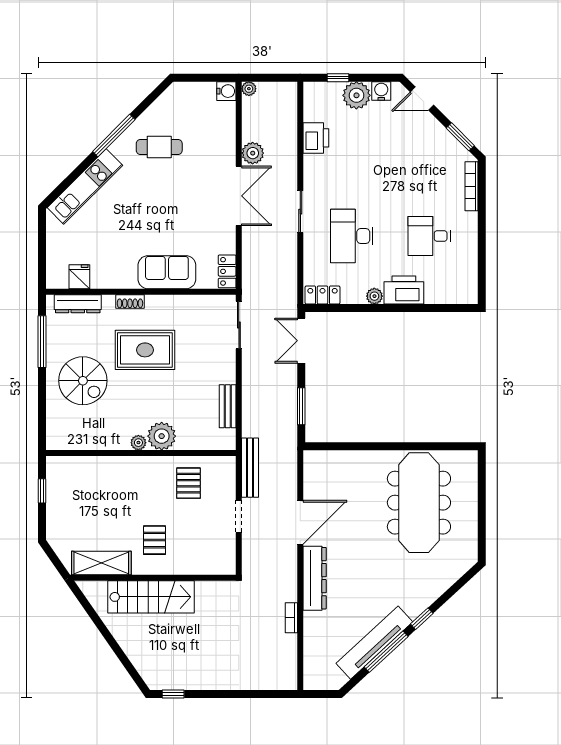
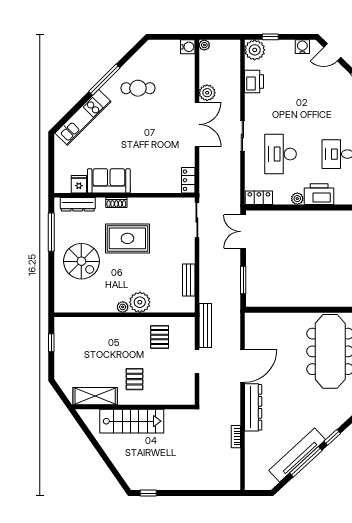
plant: (356, 95) -> (255, 50), moved
sofa: (167, 272) -> (109, 181), moved

